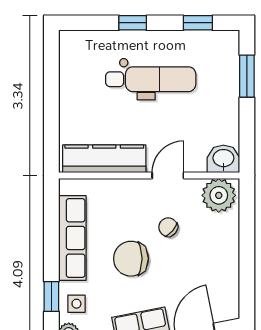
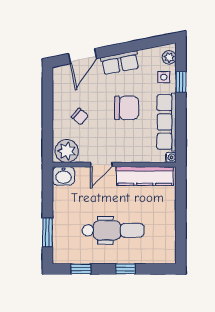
dental chair: (151, 79) -> (113, 230), turned 180
water cooler: (66, 186) -> (171, 157), added
chair: (168, 227) -> (80, 116), moved

